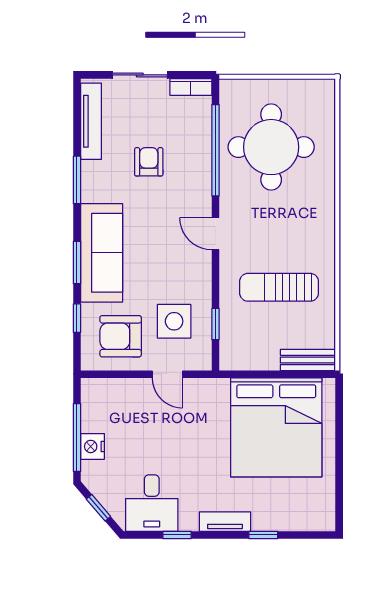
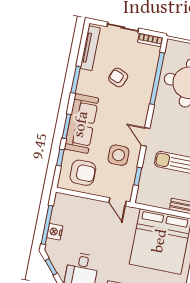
armchair: (149, 162) -> (118, 77), turned -67
door: (216, 234) -> (146, 137), moved
side table: (174, 321) -> (119, 155), moved
armchair: (121, 336) -> (83, 173), turned 180
door: (167, 374) -> (118, 202), moved

